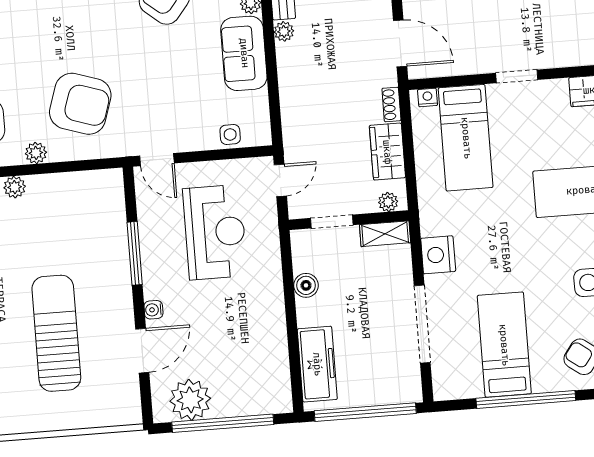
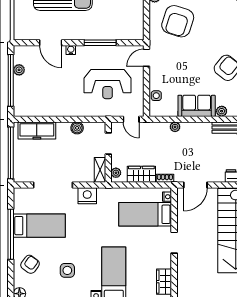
plant: (284, 31) -> (175, 127), moved
plant: (190, 400) -> (19, 70), width x0.53, depth x0.53

